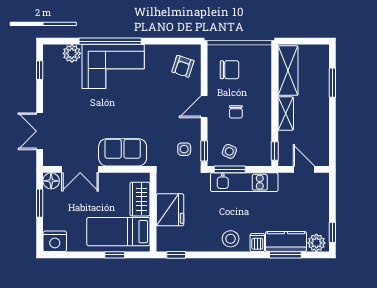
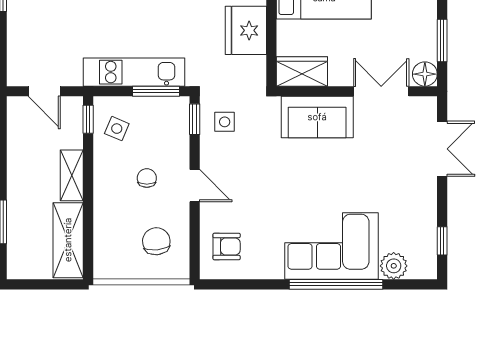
armchair: (183, 66) -> (227, 246), turned 72
chair: (230, 70) -> (156, 241), turned 84
door: (204, 107) -> (195, 186), hinge flipped
side table: (229, 151) -> (117, 129), moved
wardrobe: (140, 199) -> (302, 72), moved, turned -90

